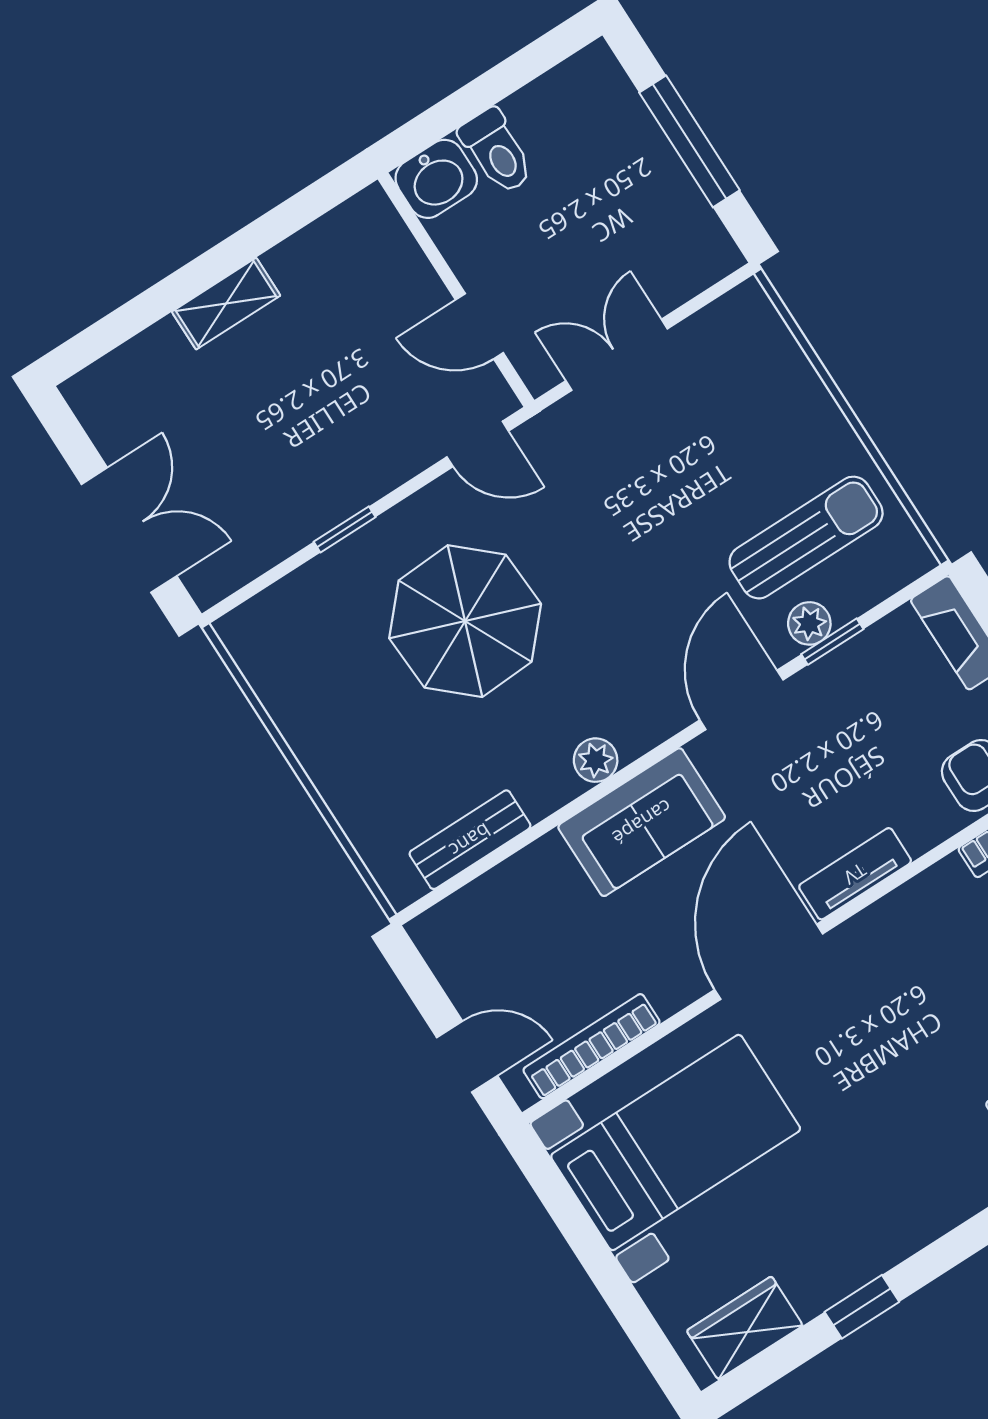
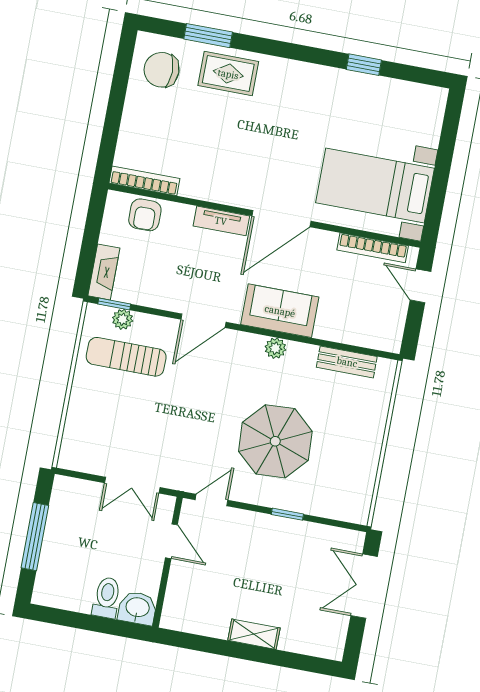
door: (478, 444) -> (211, 500), hinge flipped
plant: (809, 623) -> (123, 319), moved
window: (832, 642) -> (114, 304), moved
wardrobe: (745, 1328) -> (413, 96), removed

